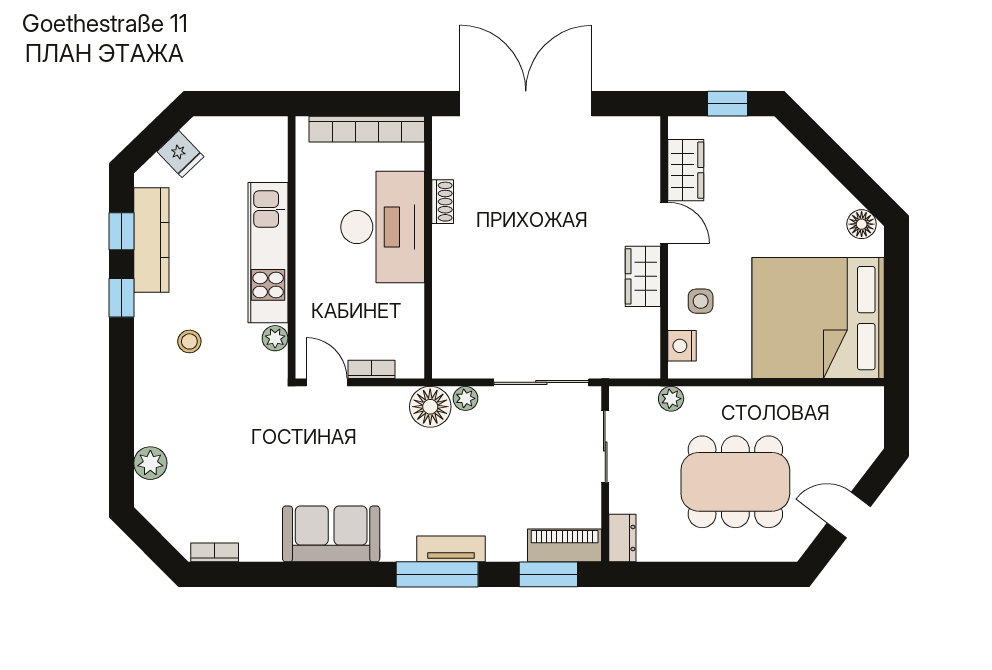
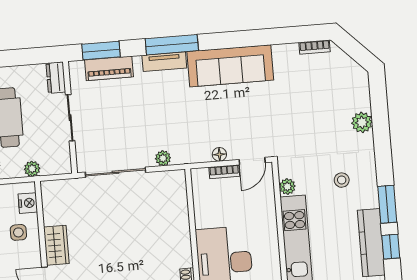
window: (121, 298) -> (387, 204), width x1.50
door: (327, 382) -> (252, 161), hinge flipped
floor lamp: (430, 407) -> (219, 154), moved, width x0.53, depth x0.53
sliding door: (605, 446) -> (70, 118), moved
plant: (150, 463) -> (362, 122), moved
sofa: (331, 534) -> (230, 66), width x1.36
piano: (565, 545) -> (109, 68), moved

